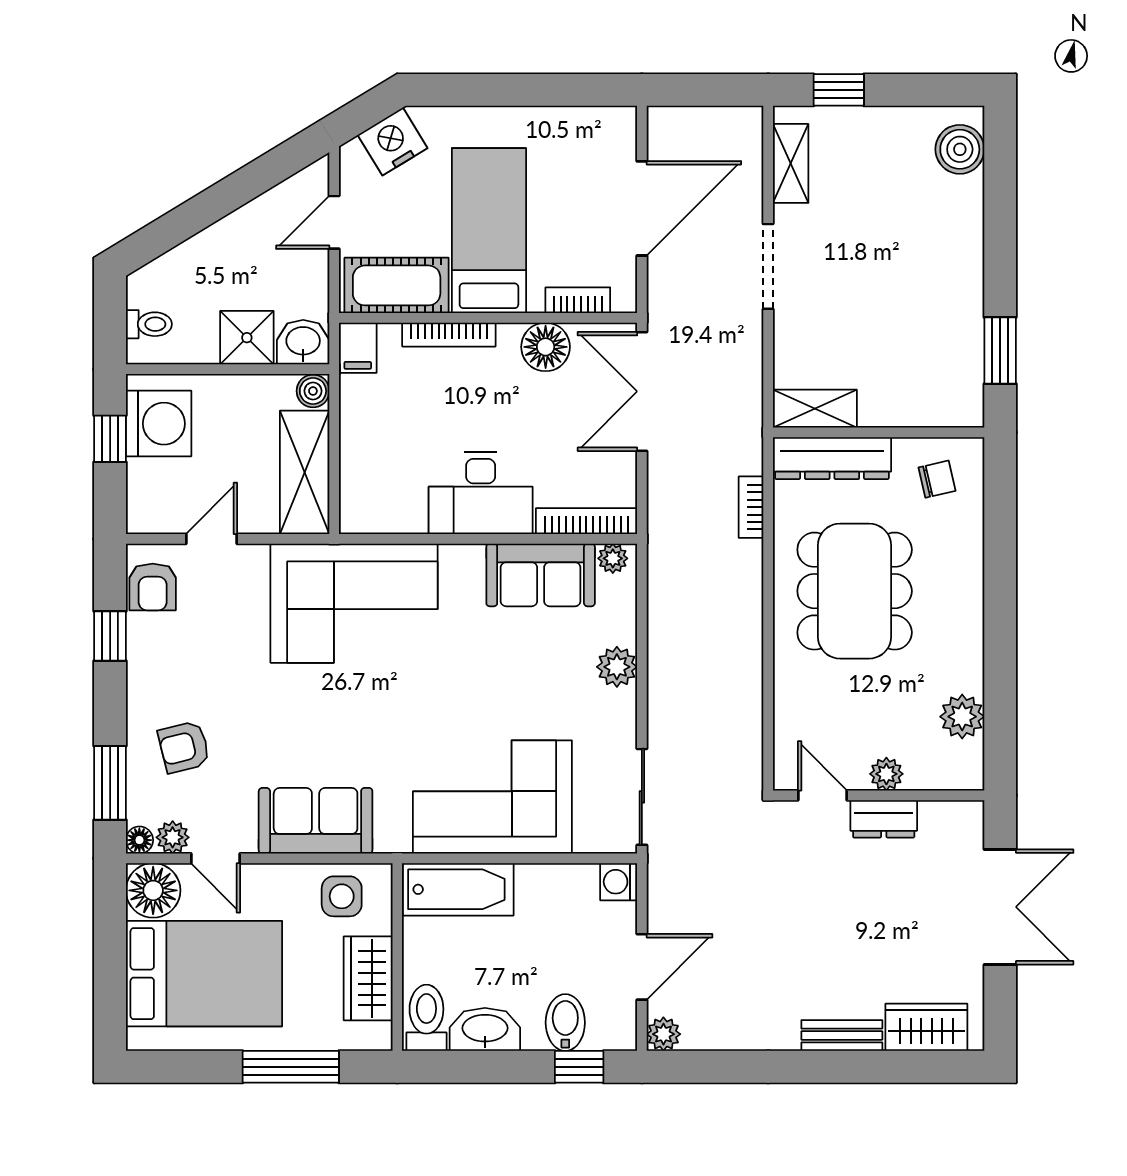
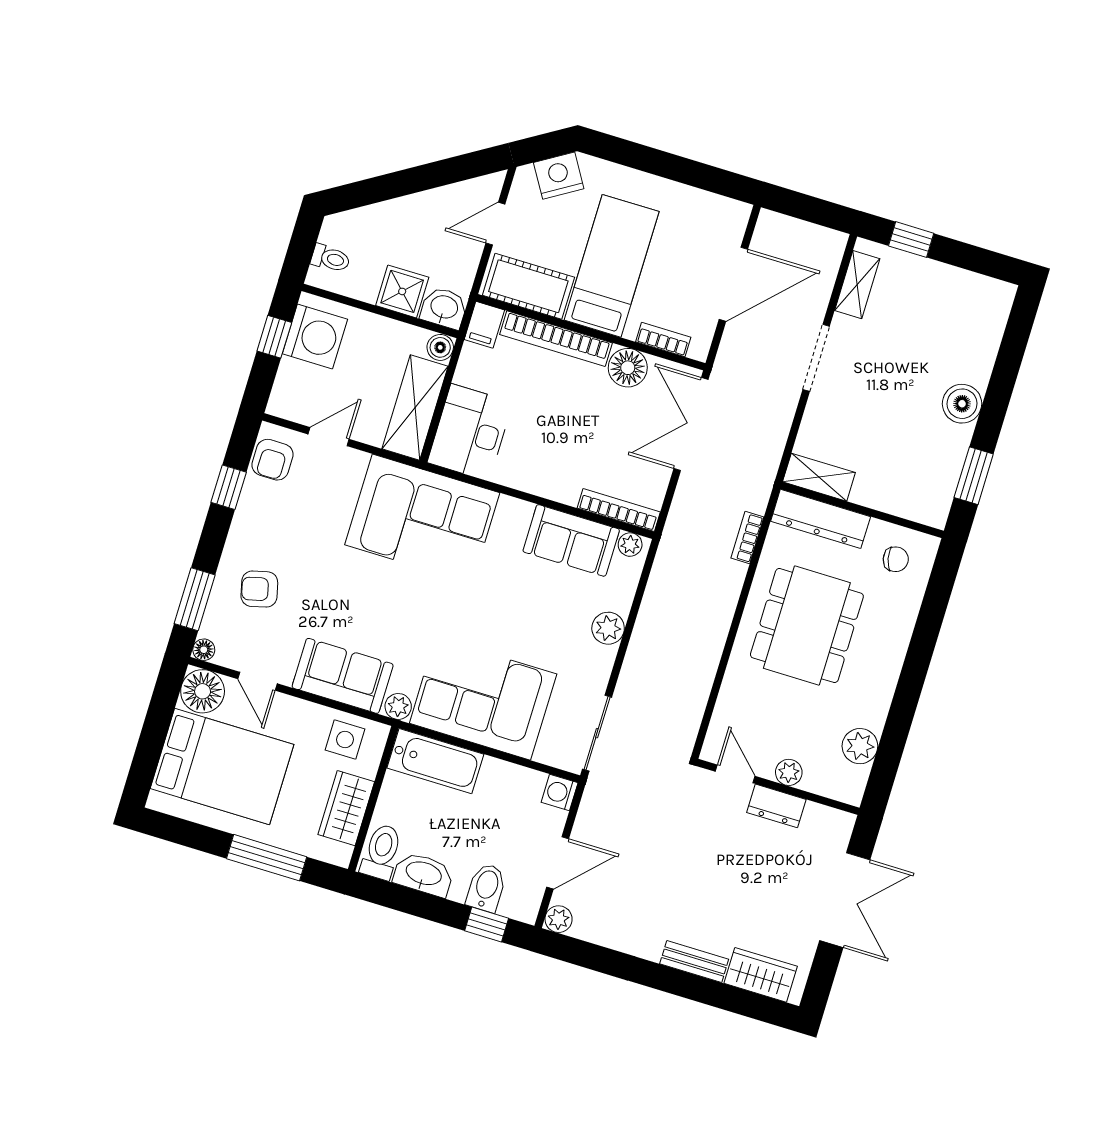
boiler: (960, 149) -> (962, 404), moved
bookcase: (449, 335) -> (556, 339), width x1.48, depth x1.31
desk: (481, 493) -> (470, 432), moved, turned 90
plant: (173, 837) -> (398, 706), moved

